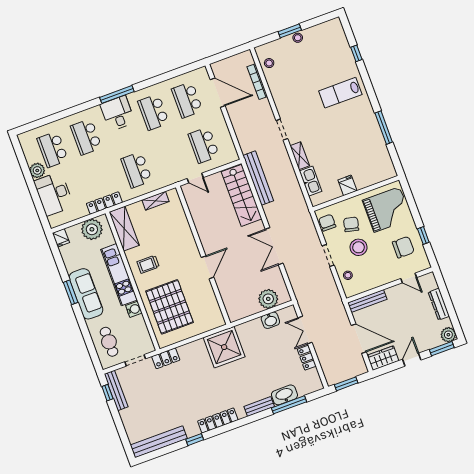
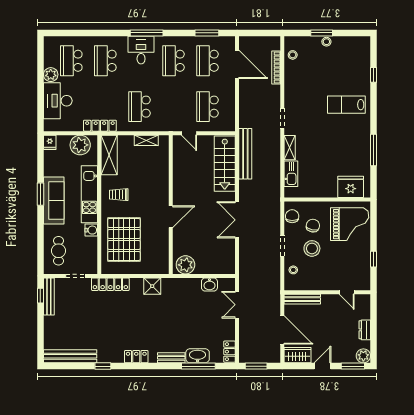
window: (176, 73) -> (207, 33), added
fridge: (347, 185) -> (351, 187), moved, width x1.88, depth x1.34
chair: (403, 247) -> (352, 263), removed
plant: (268, 299) -> (185, 265), moved
dresser: (439, 304) -> (365, 330), width x0.70
shower: (224, 347) -> (152, 286), width x0.54, depth x0.54
locker: (166, 358) -> (110, 284), width x1.53
locker: (307, 358) -> (230, 352), moved
locker: (218, 420) -> (136, 357), width x0.66

